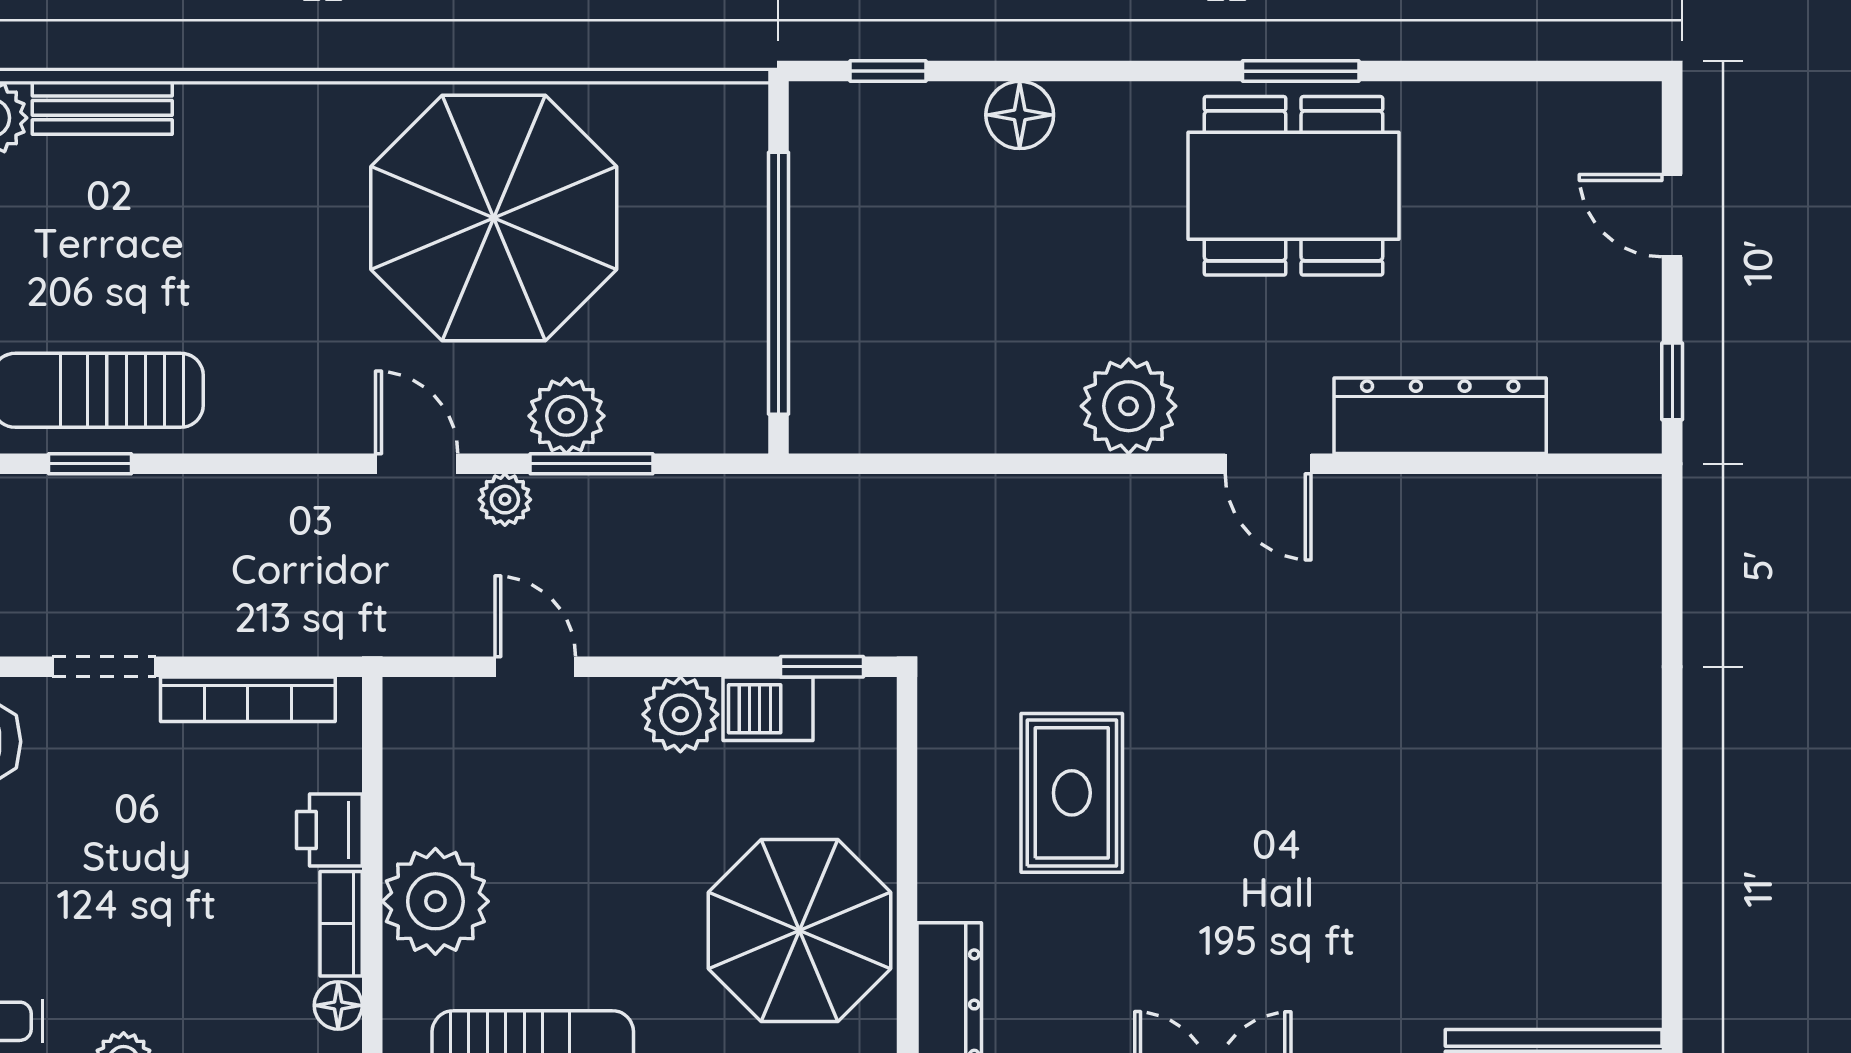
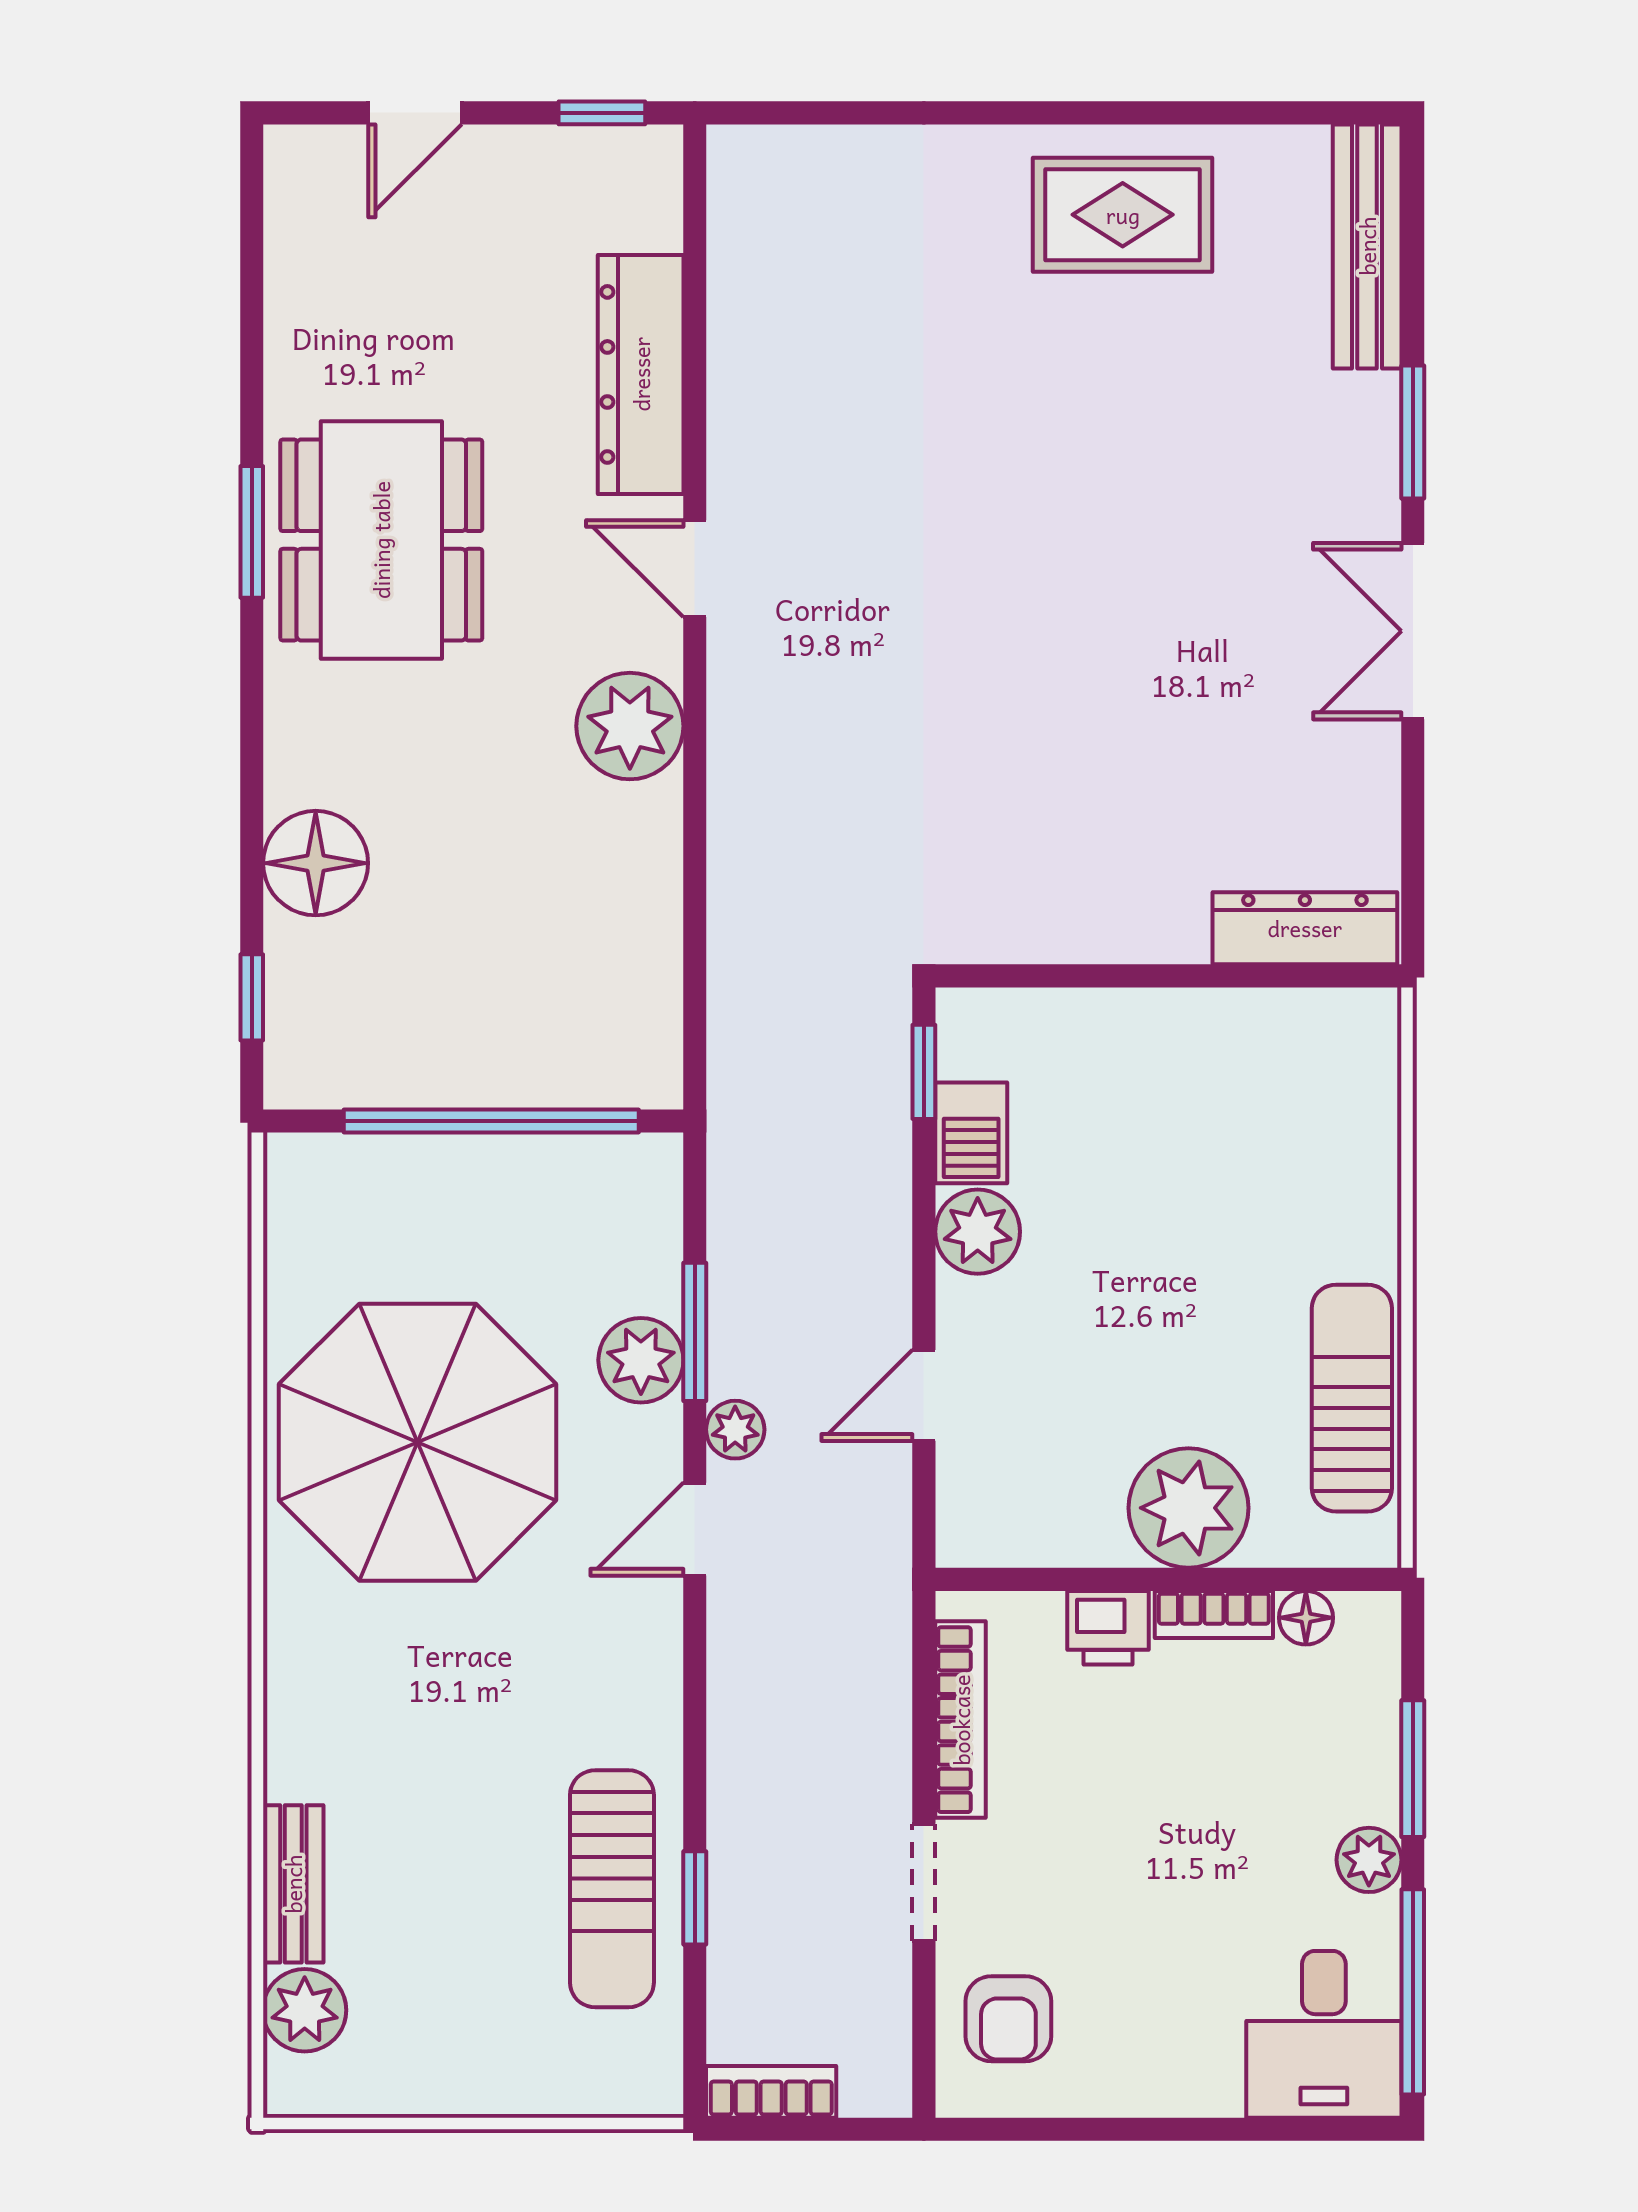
floor lamp: (1020, 115) -> (316, 863), width x1.38, depth x1.38
door: (1268, 464) -> (695, 569), swing flipped
rug: (1072, 793) -> (1123, 215), moved
parasol: (799, 931) -> (1221, 1097), removed

